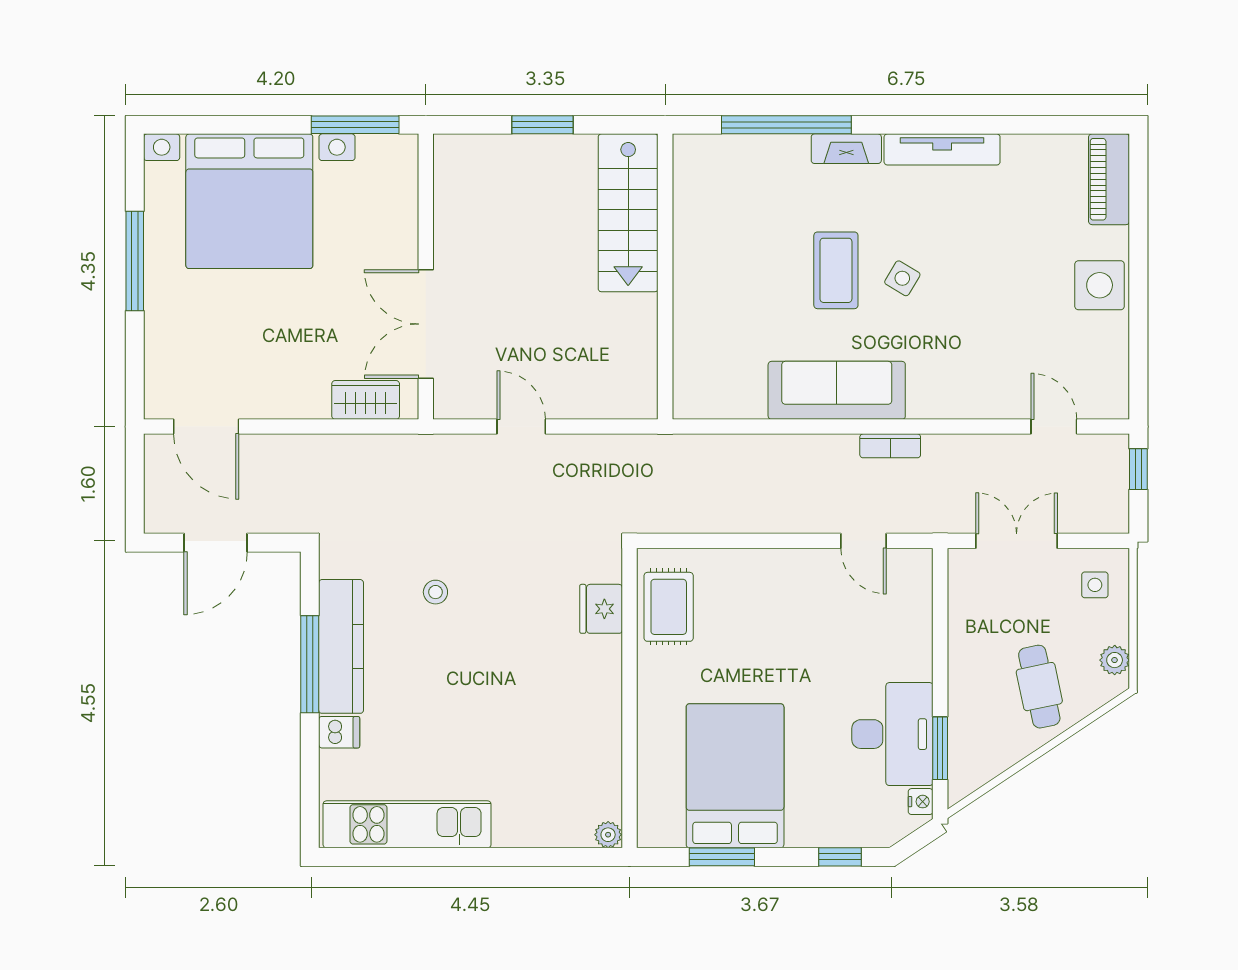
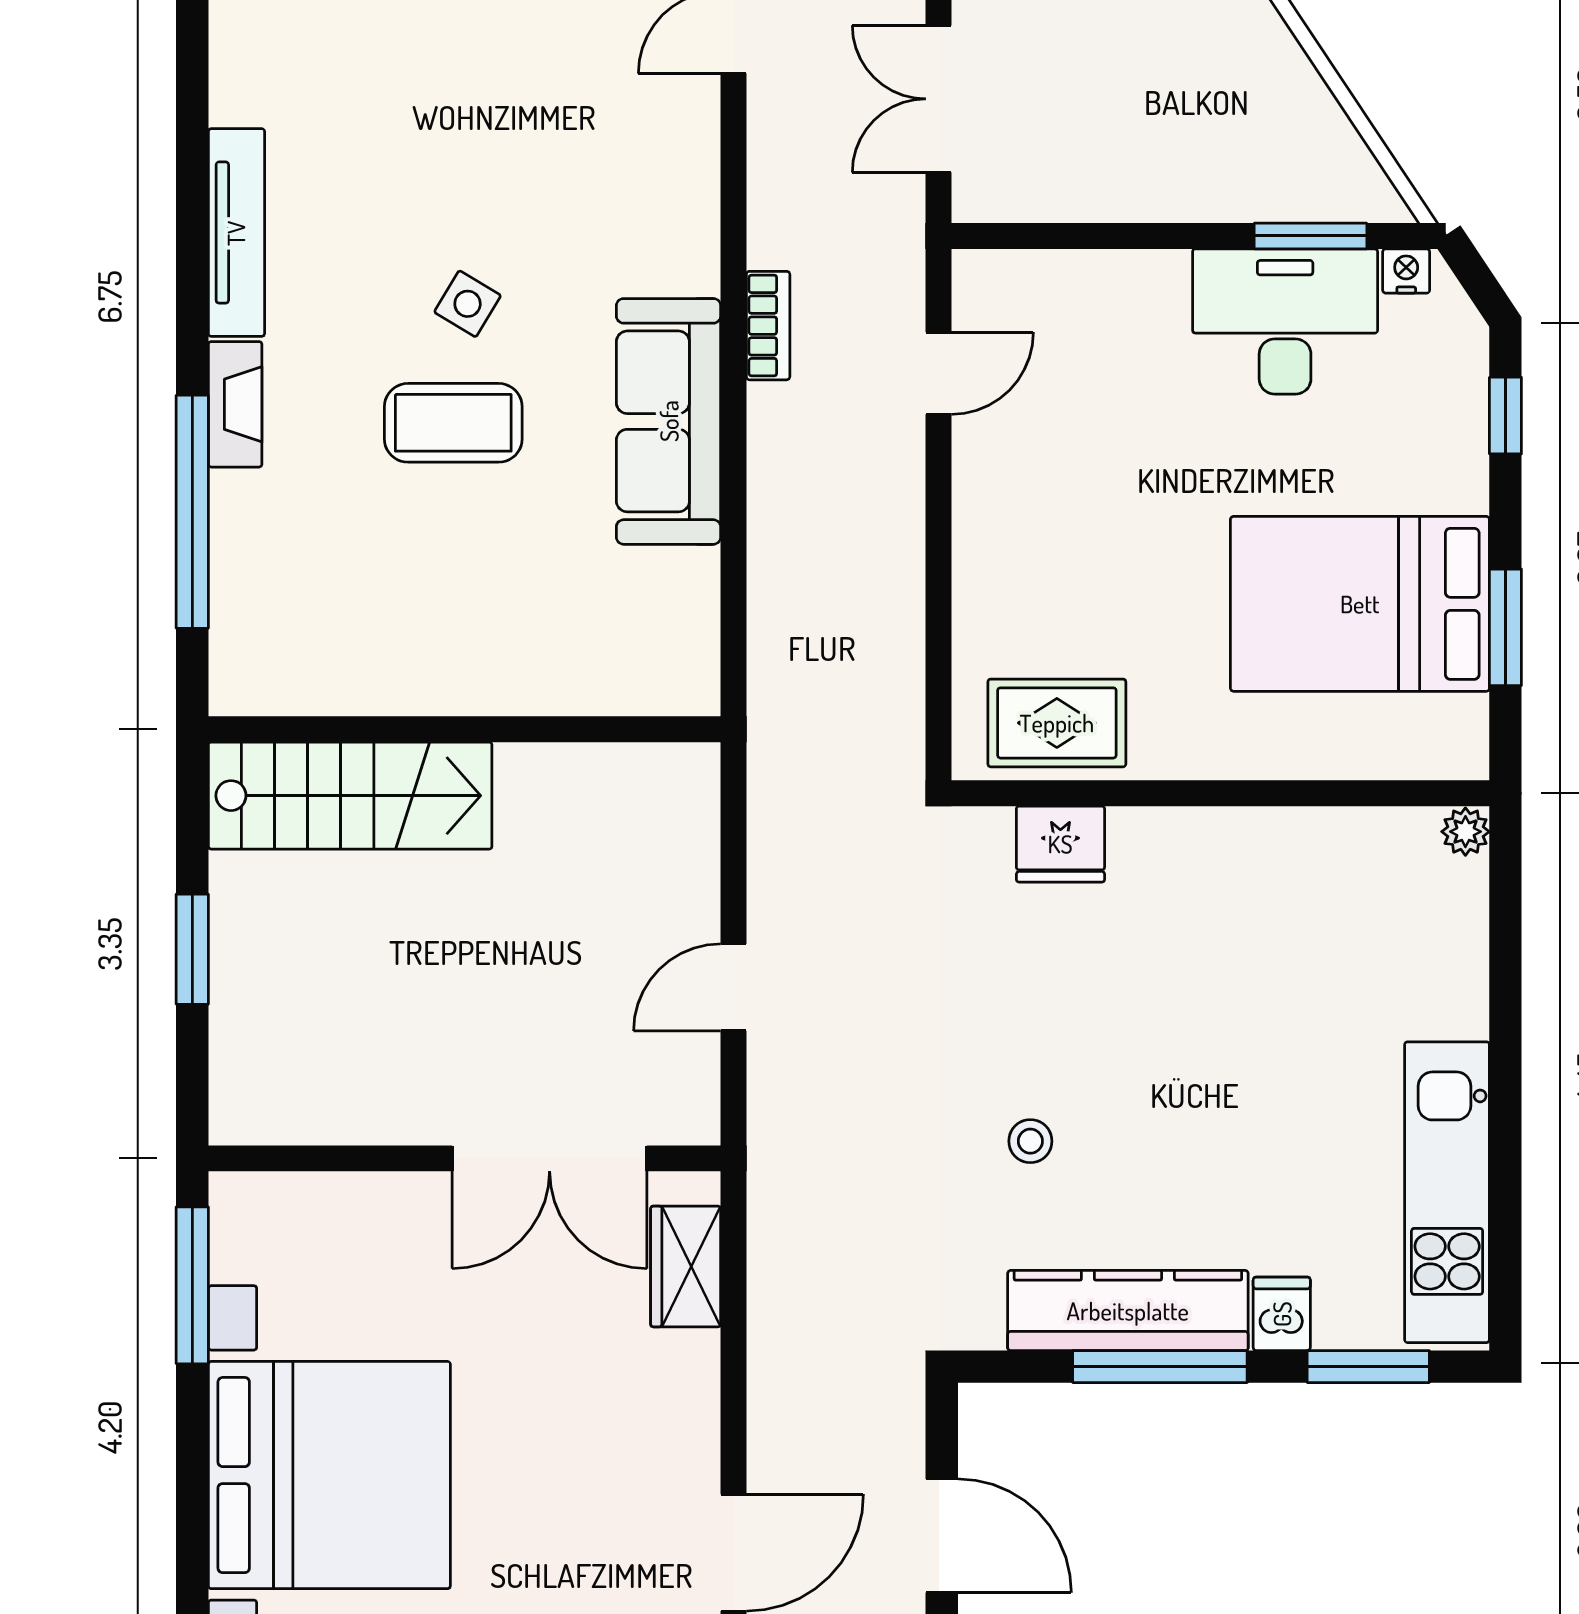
cafe table: (1039, 687) -> (1200, 58), removed
window: (310, 780) -> (1368, 1367), added

